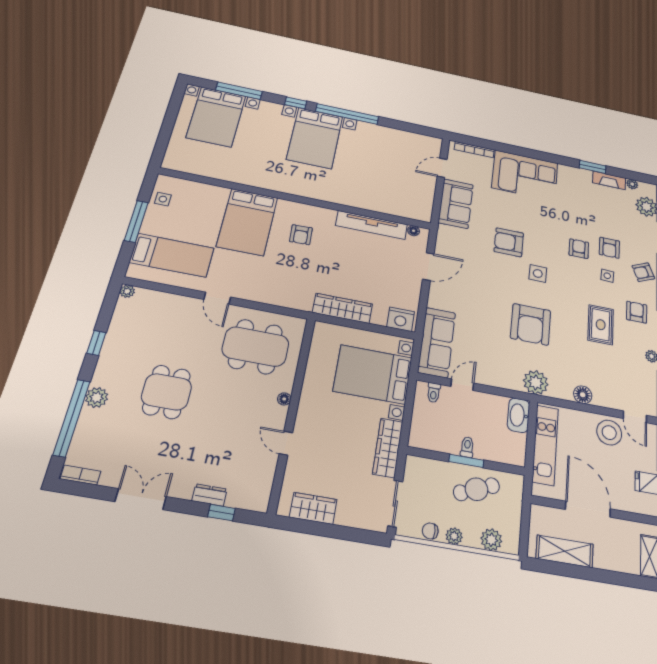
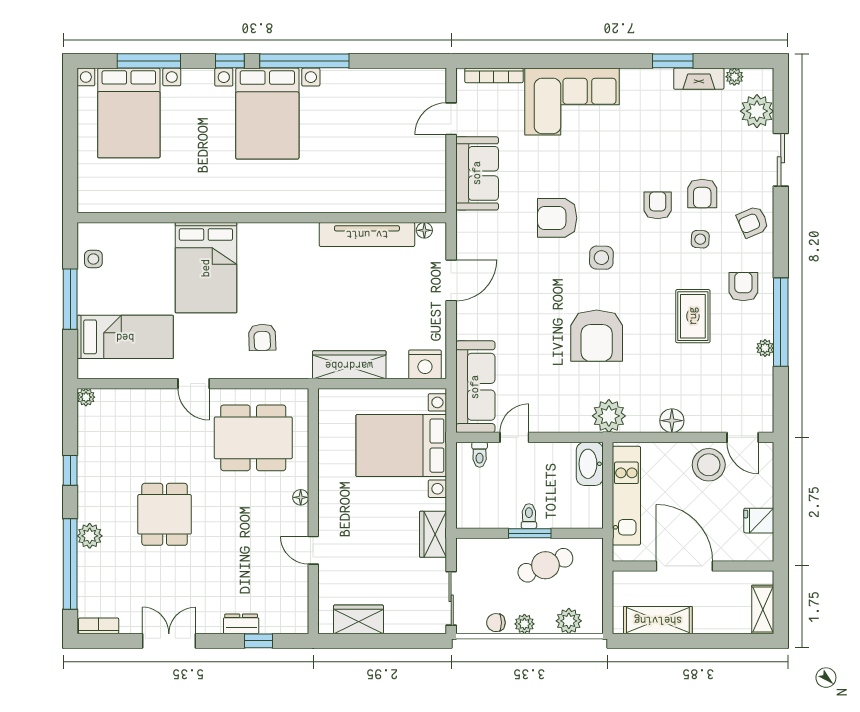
armchair: (301, 235) -> (262, 337), moved
wardrobe: (388, 448) -> (433, 534), width x0.67

